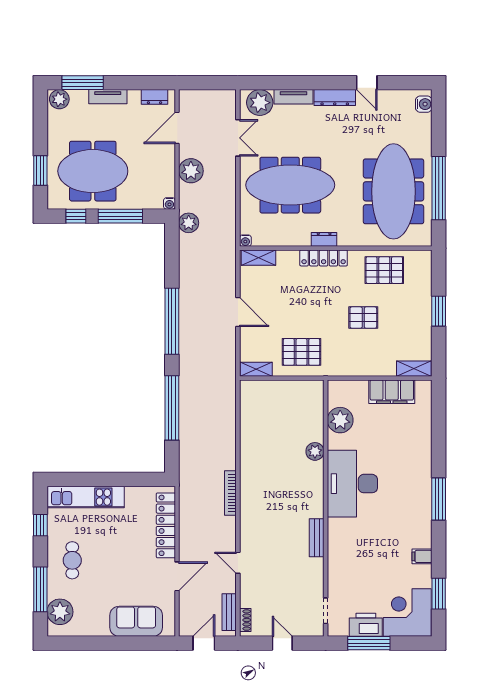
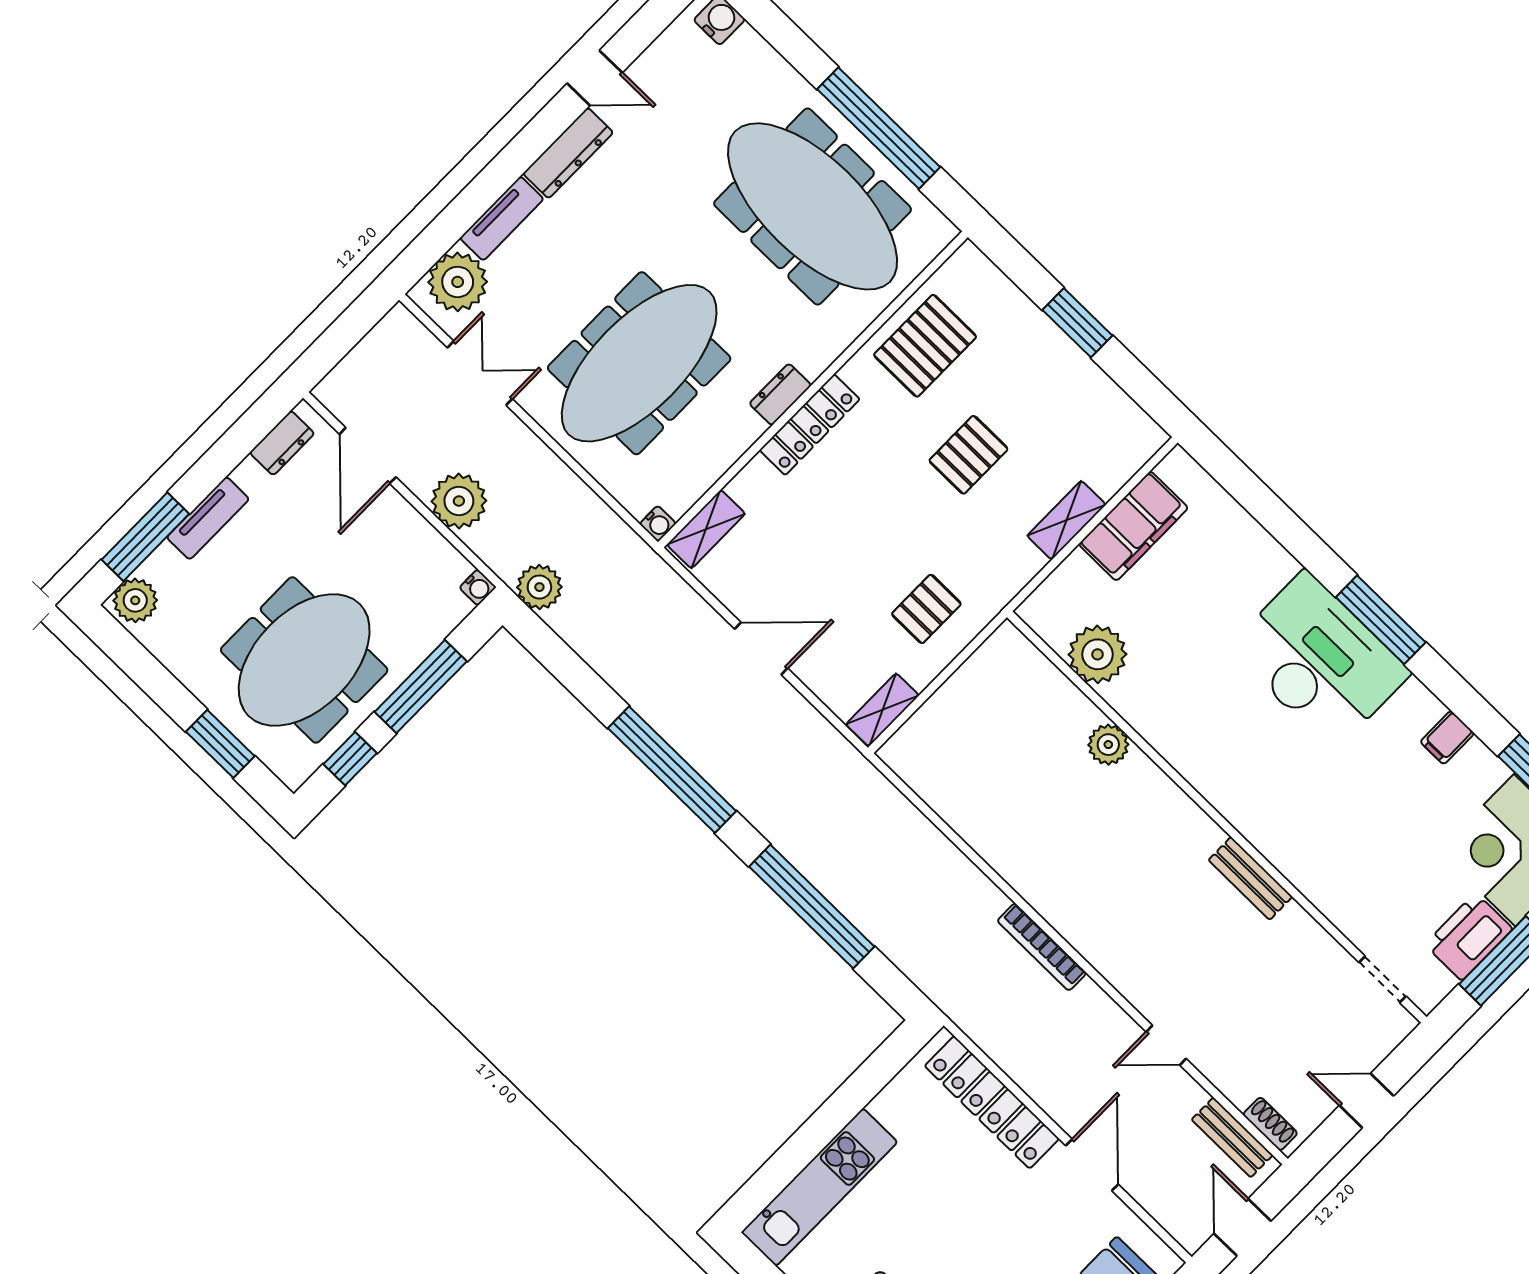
pallet: (302, 352) -> (926, 609), width x0.67, depth x0.71
shelving: (414, 369) -> (1066, 520), moved
desk: (352, 484) -> (1319, 660), moved, turned 180

